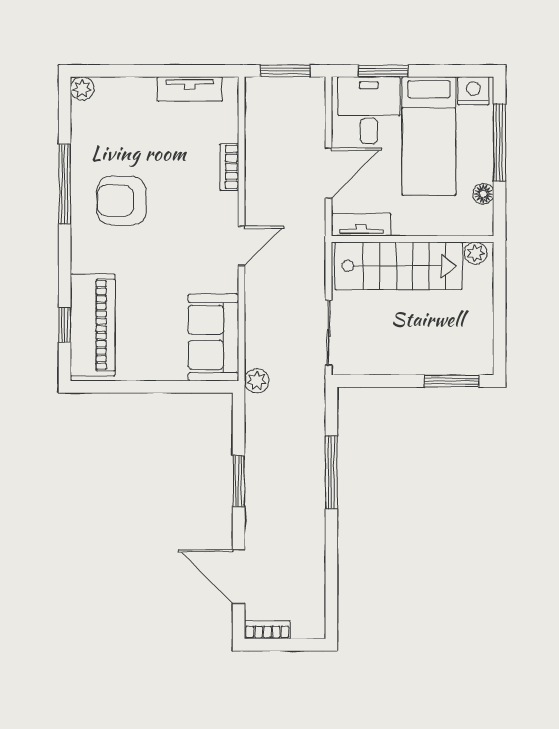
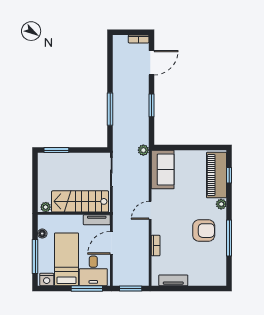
window: (383, 71) -> (87, 288), width x1.44
plant: (82, 88) -> (221, 204), moved
door: (239, 577) -> (151, 63), hinge flipped

